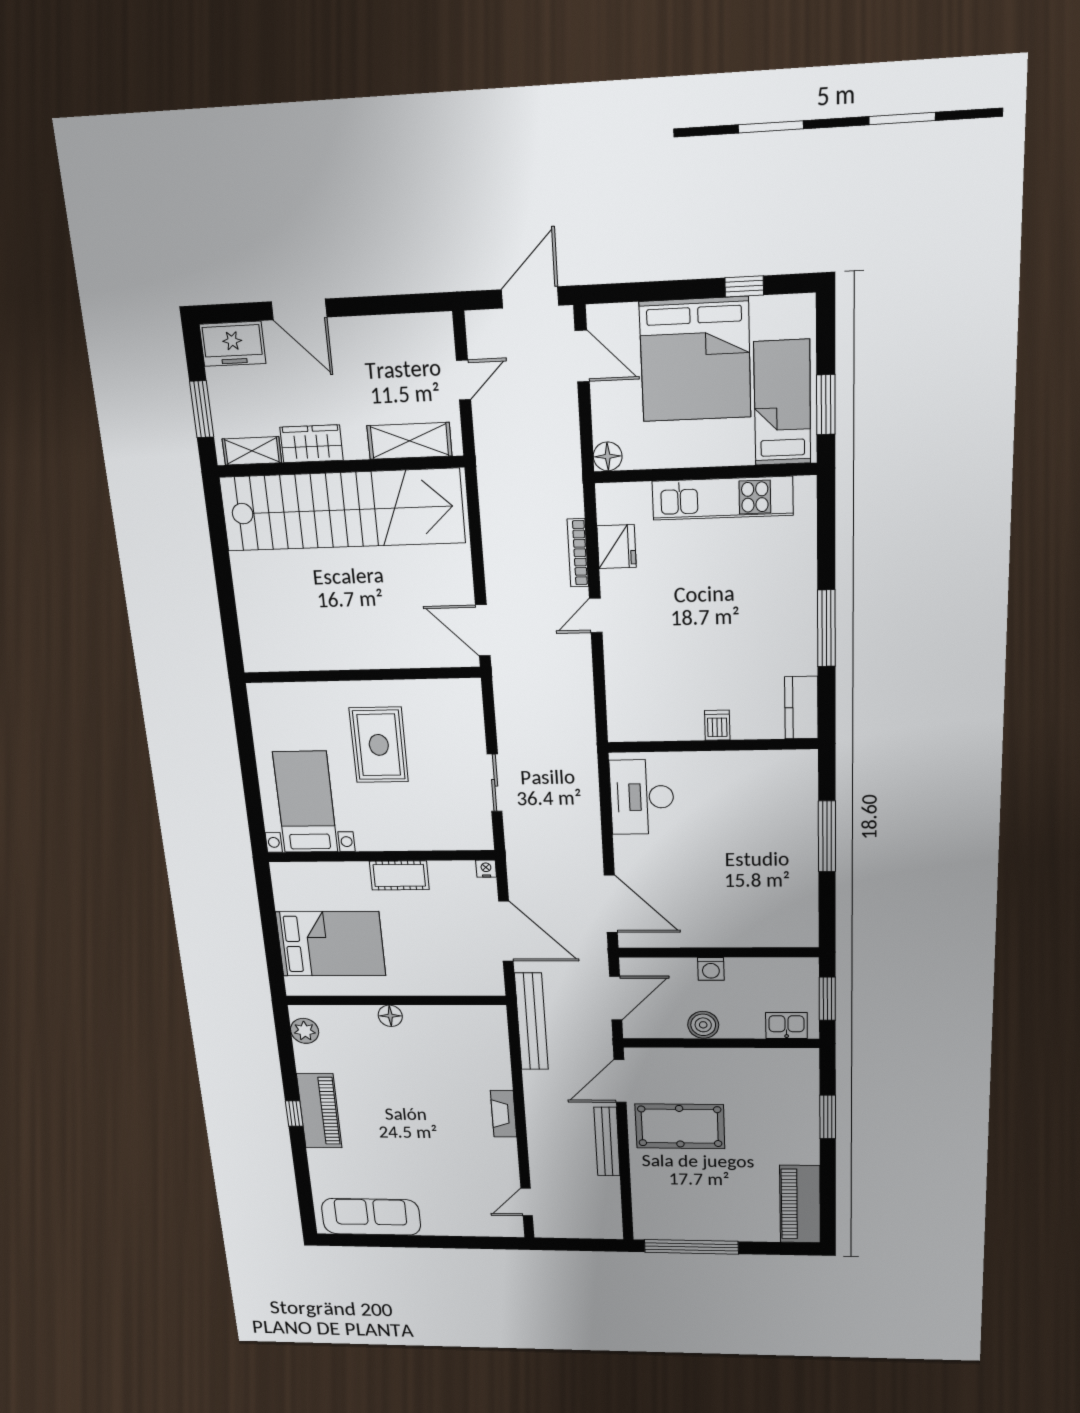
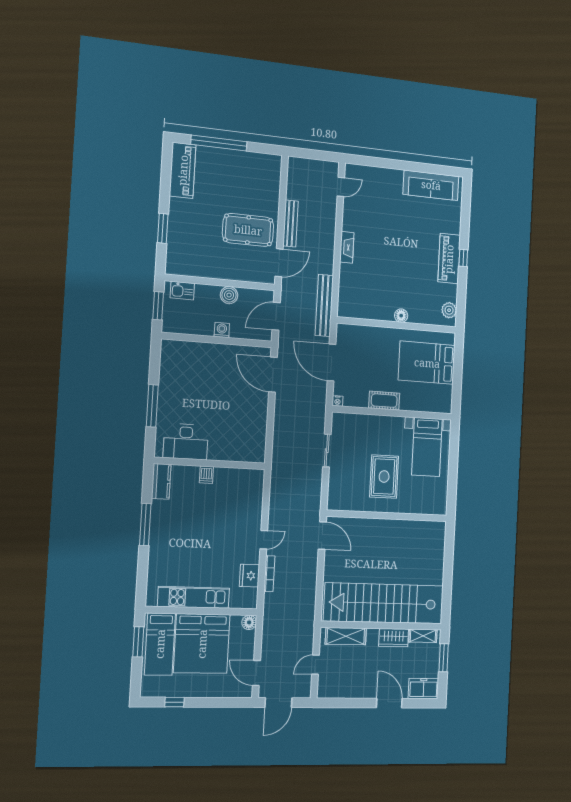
bed: (695, 360) -> (202, 644), moved, turned 180
desk: (642, 797) -> (186, 442), moved, turned 90
window: (691, 1247) -> (219, 143), moved

